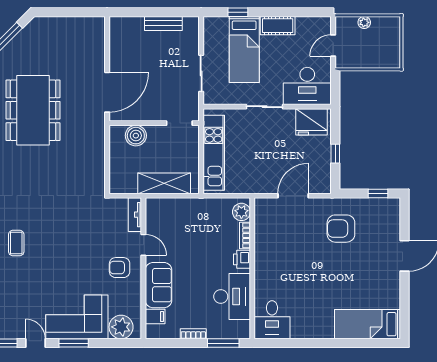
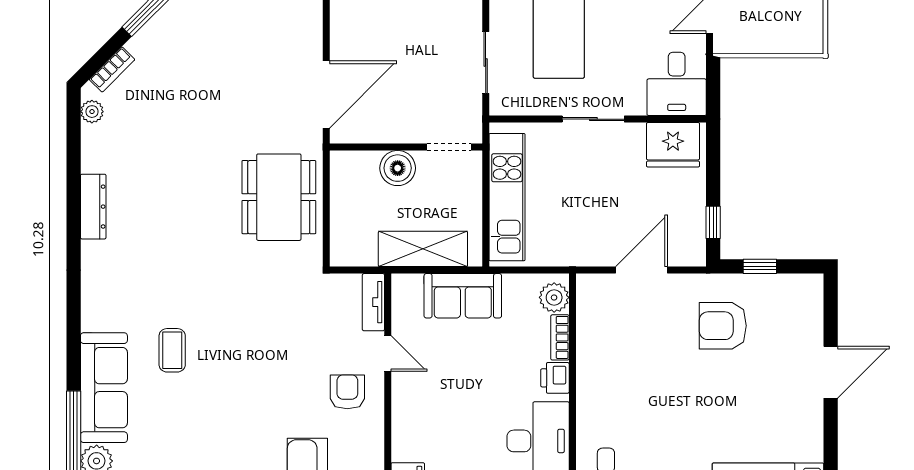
desk: (307, 86) -> (677, 84), width x0.73
dining table: (33, 110) -> (279, 197), moved, width x0.73, depth x0.80
boiler: (136, 136) -> (398, 168), moved
window: (335, 154) -> (713, 222), moved
window: (378, 194) -> (760, 266), moved
armchair: (120, 268) -> (347, 392), turned 90
sofa: (159, 285) -> (463, 296), moved, turned 90

